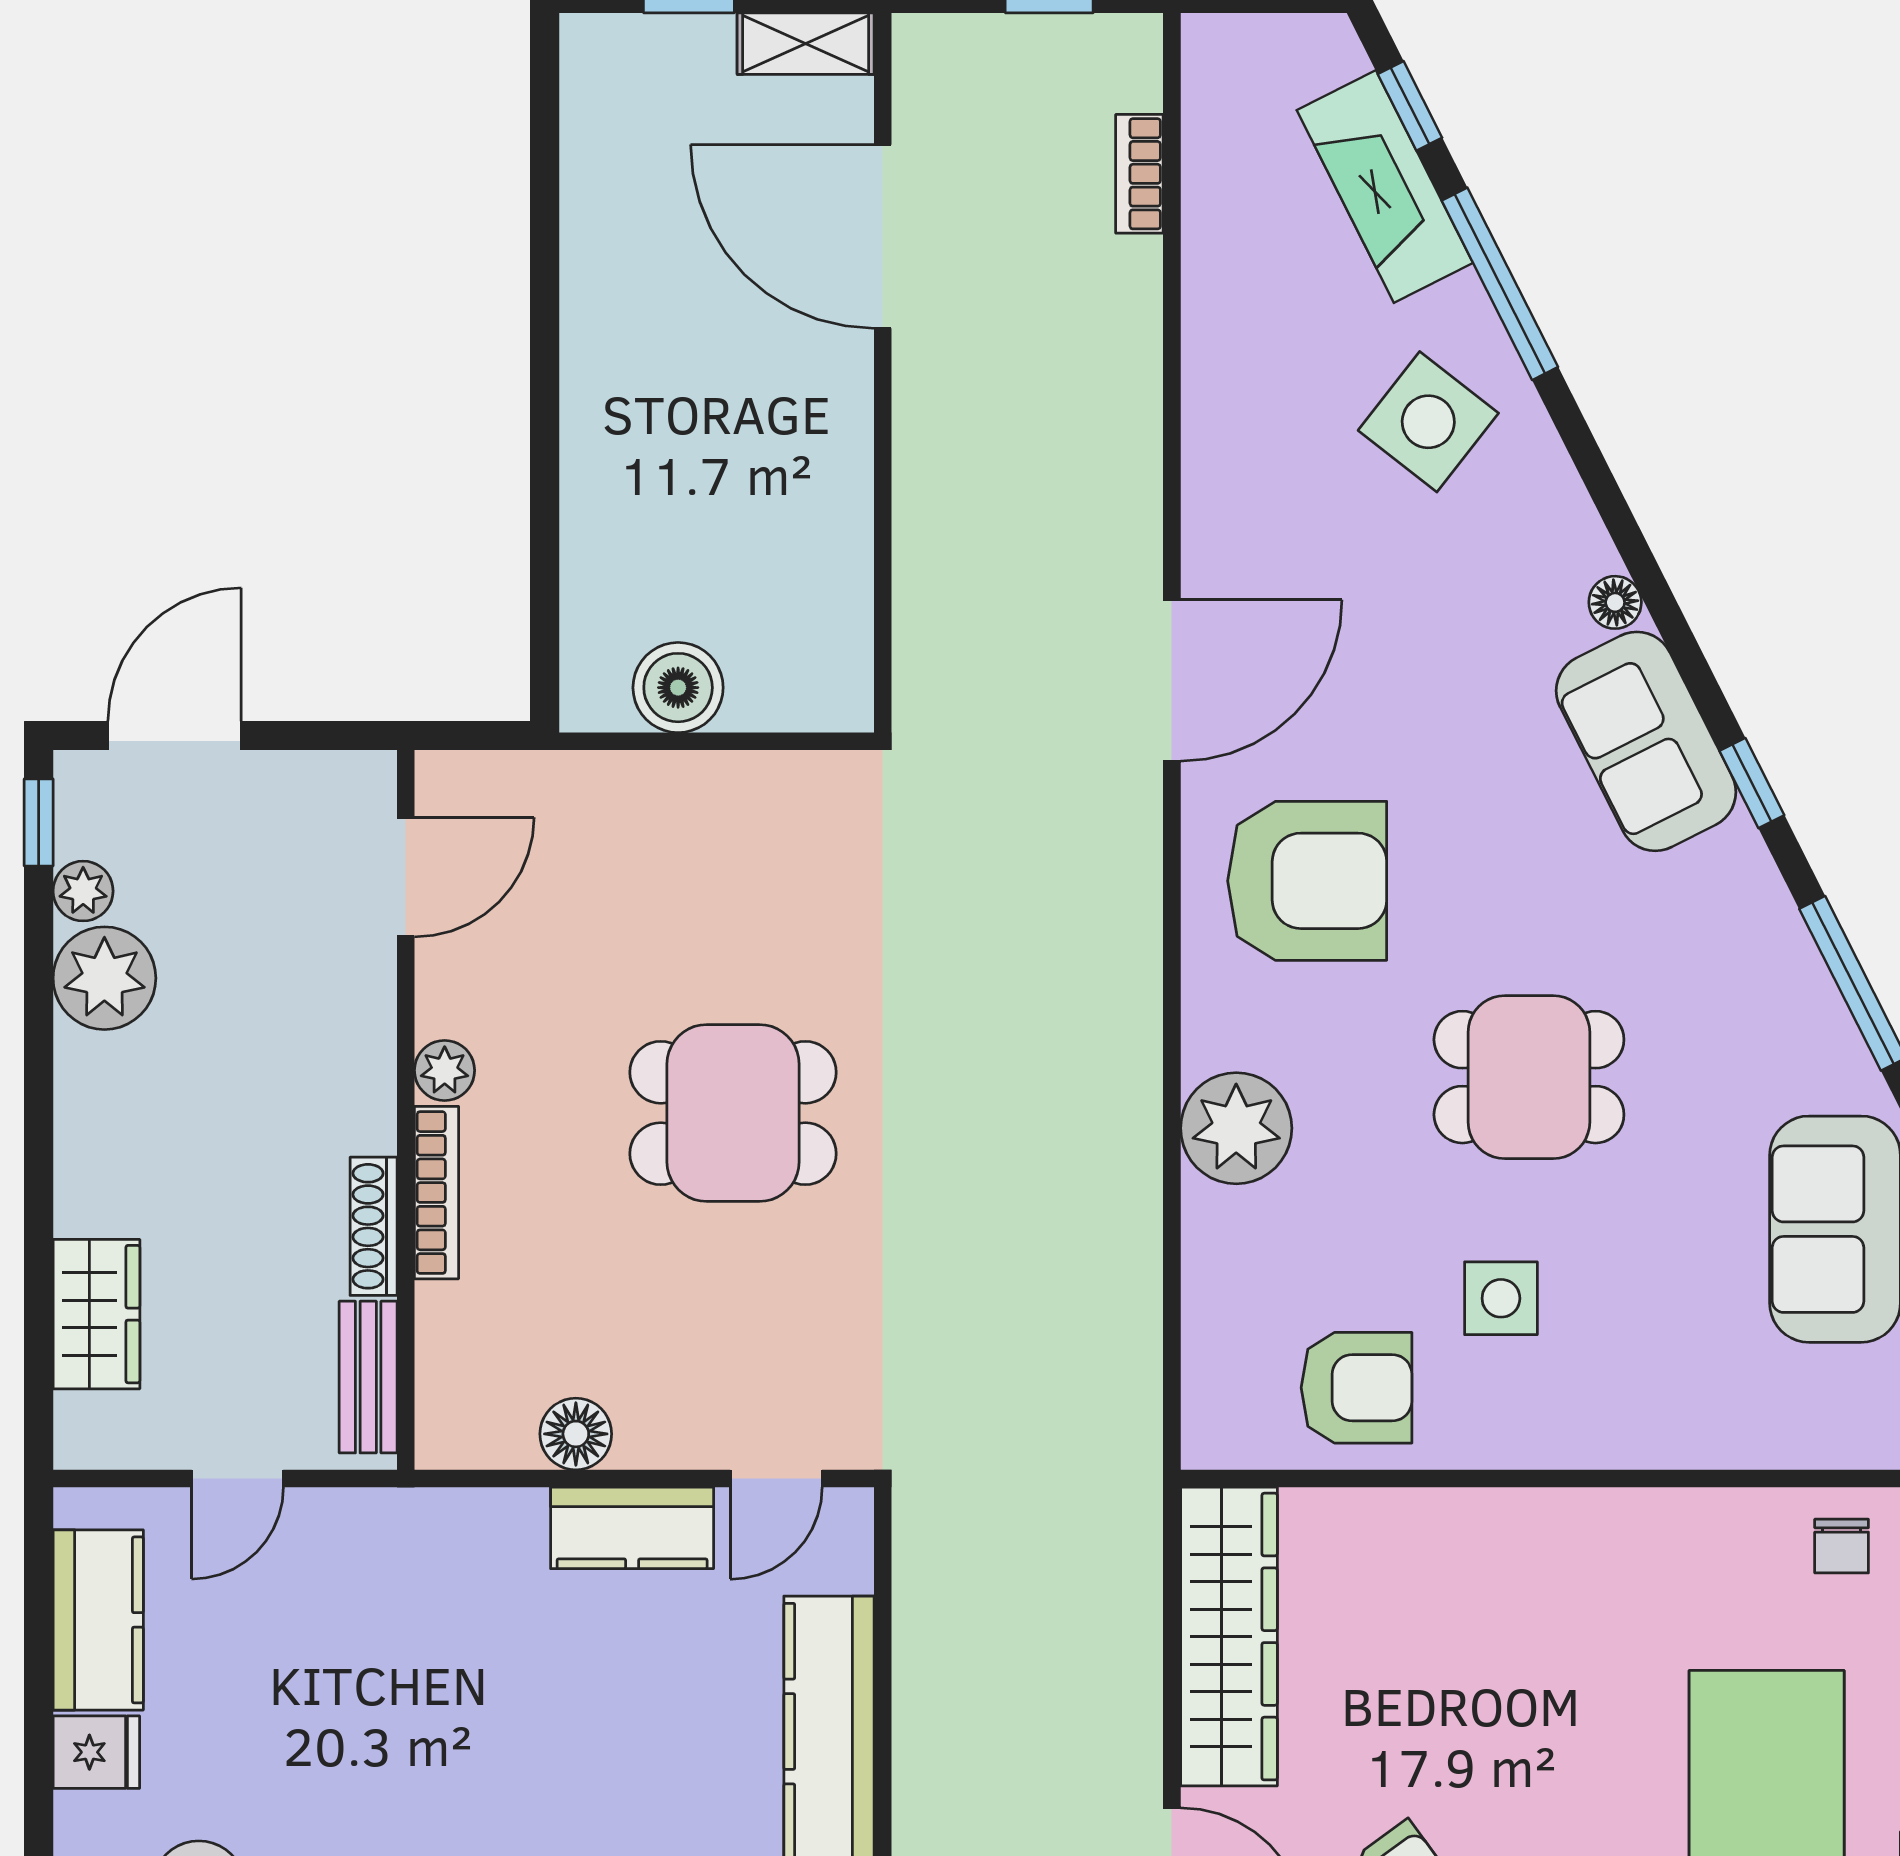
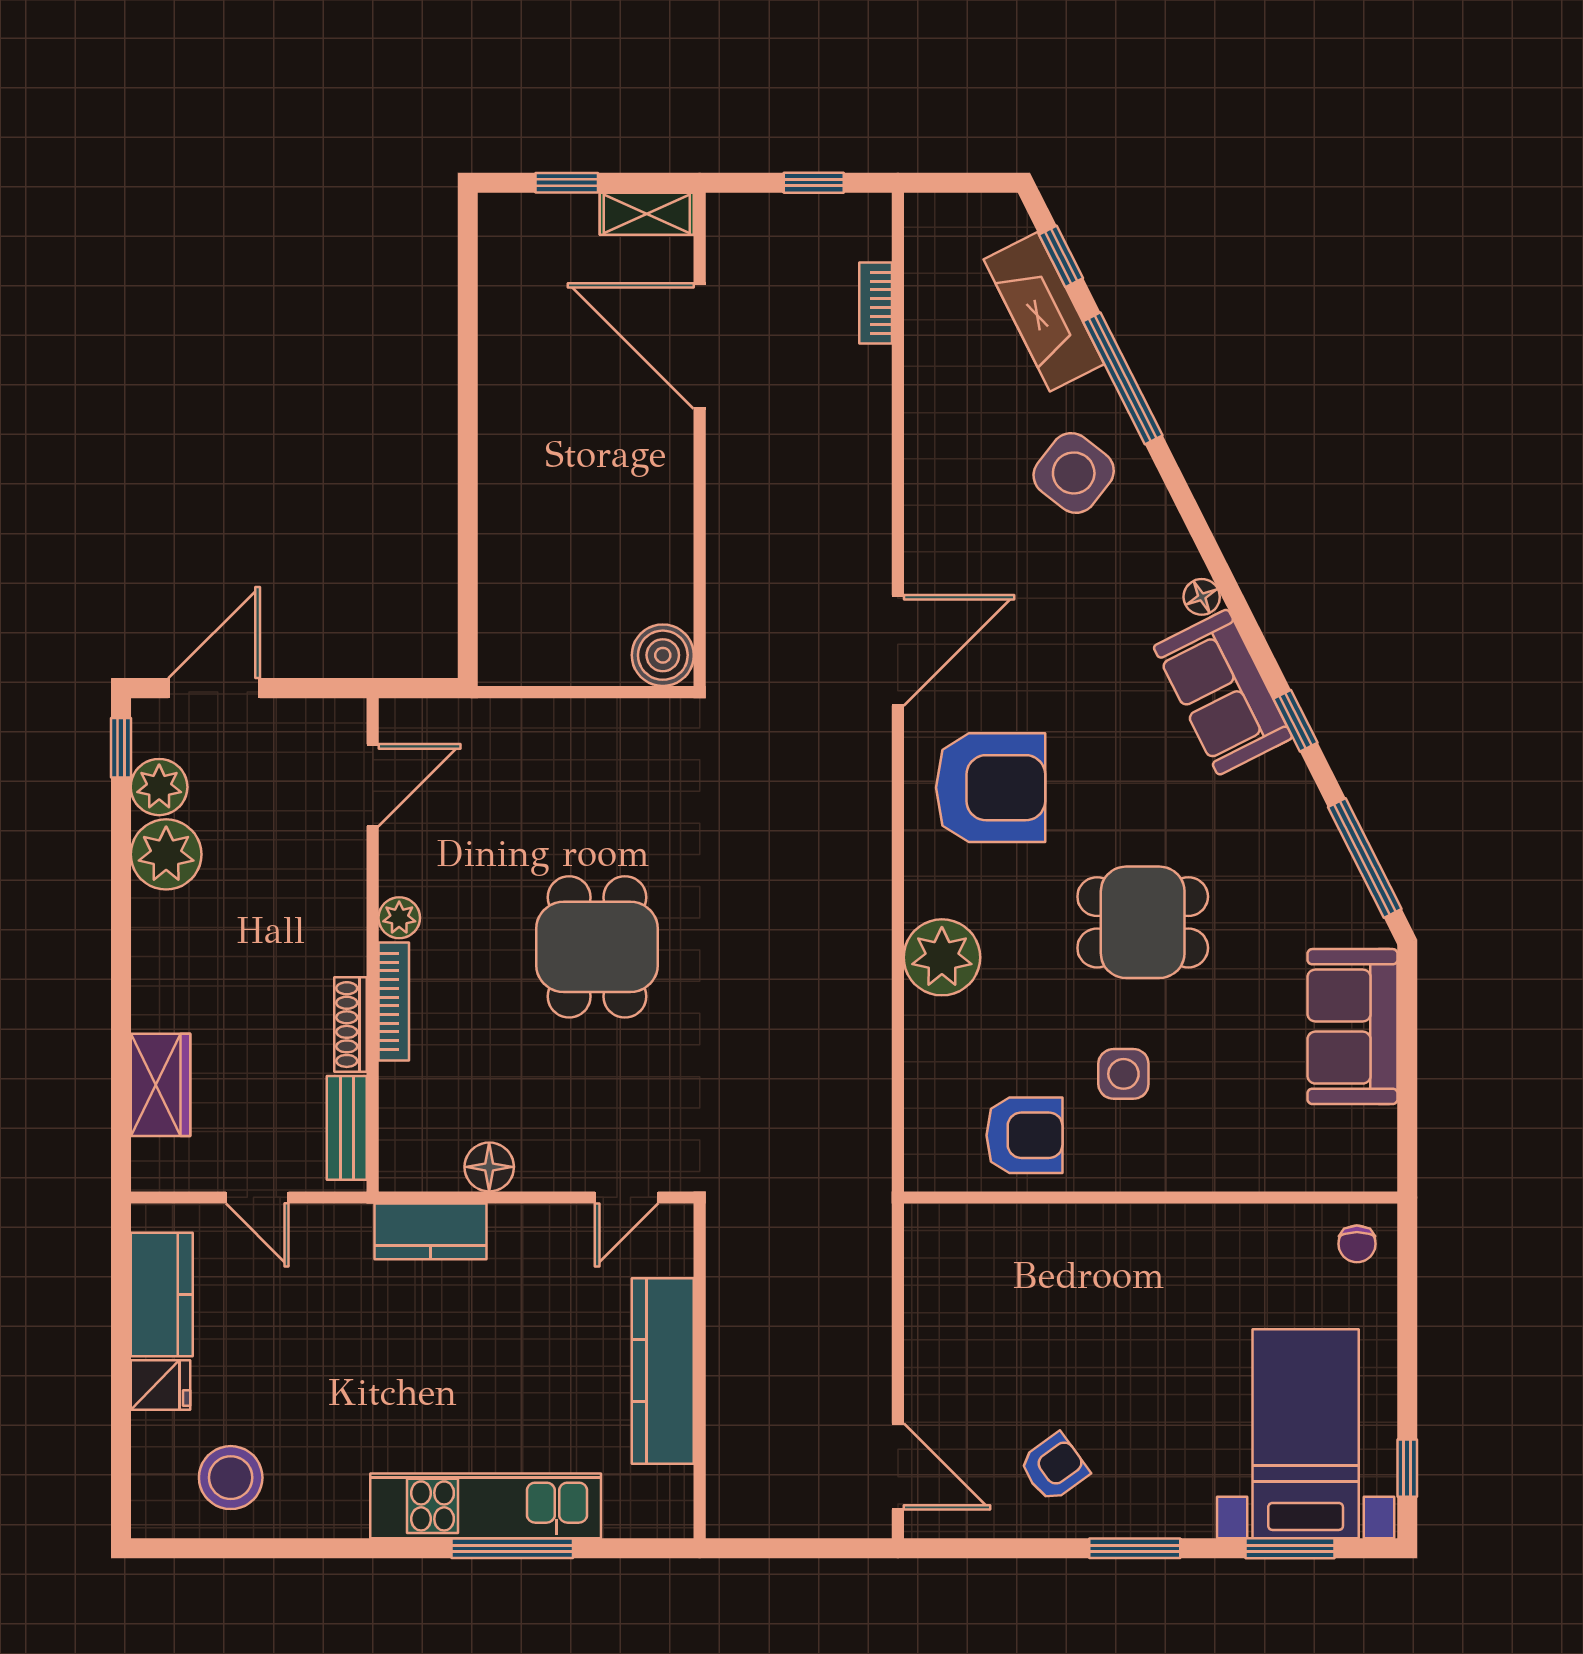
boiler: (678, 688) -> (663, 655), moved
plant: (83, 891) -> (159, 787), width x1.38, depth x1.38
dining table: (733, 1113) -> (597, 947), turned 90
door: (237, 1479) -> (257, 1197), hinge flipped
kitchen counter: (632, 1528) -> (431, 1231), moved
wardrobe: (1229, 1637) -> (937, 1306), removed

